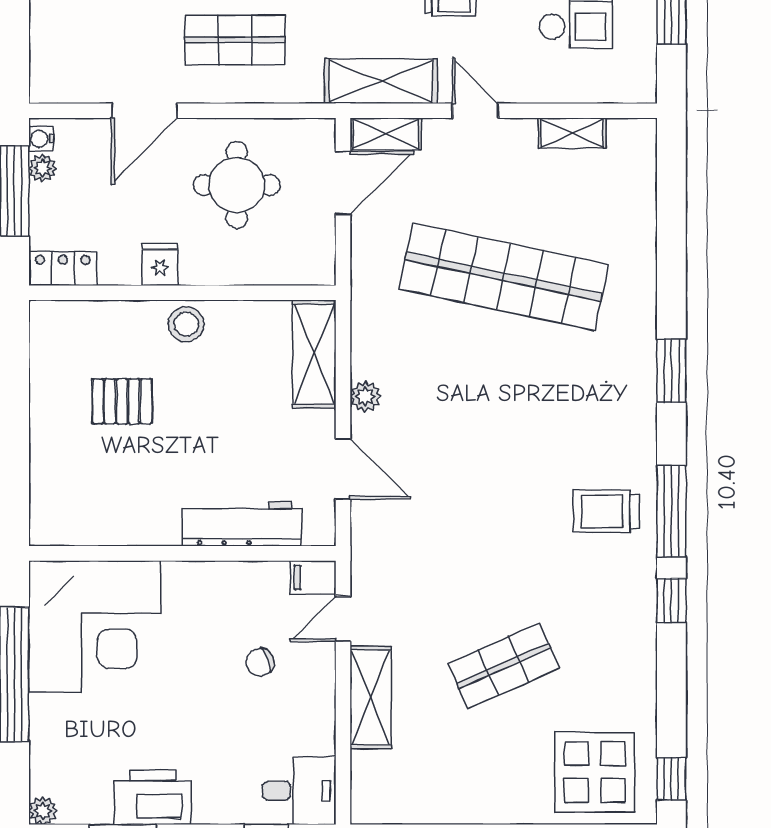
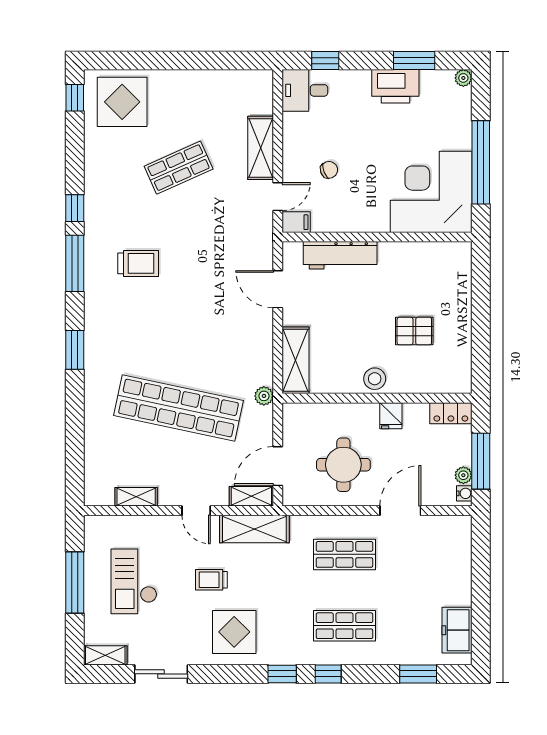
plant: (365, 397) -> (264, 396), moved
trolley: (606, 512) -> (138, 263), moved

